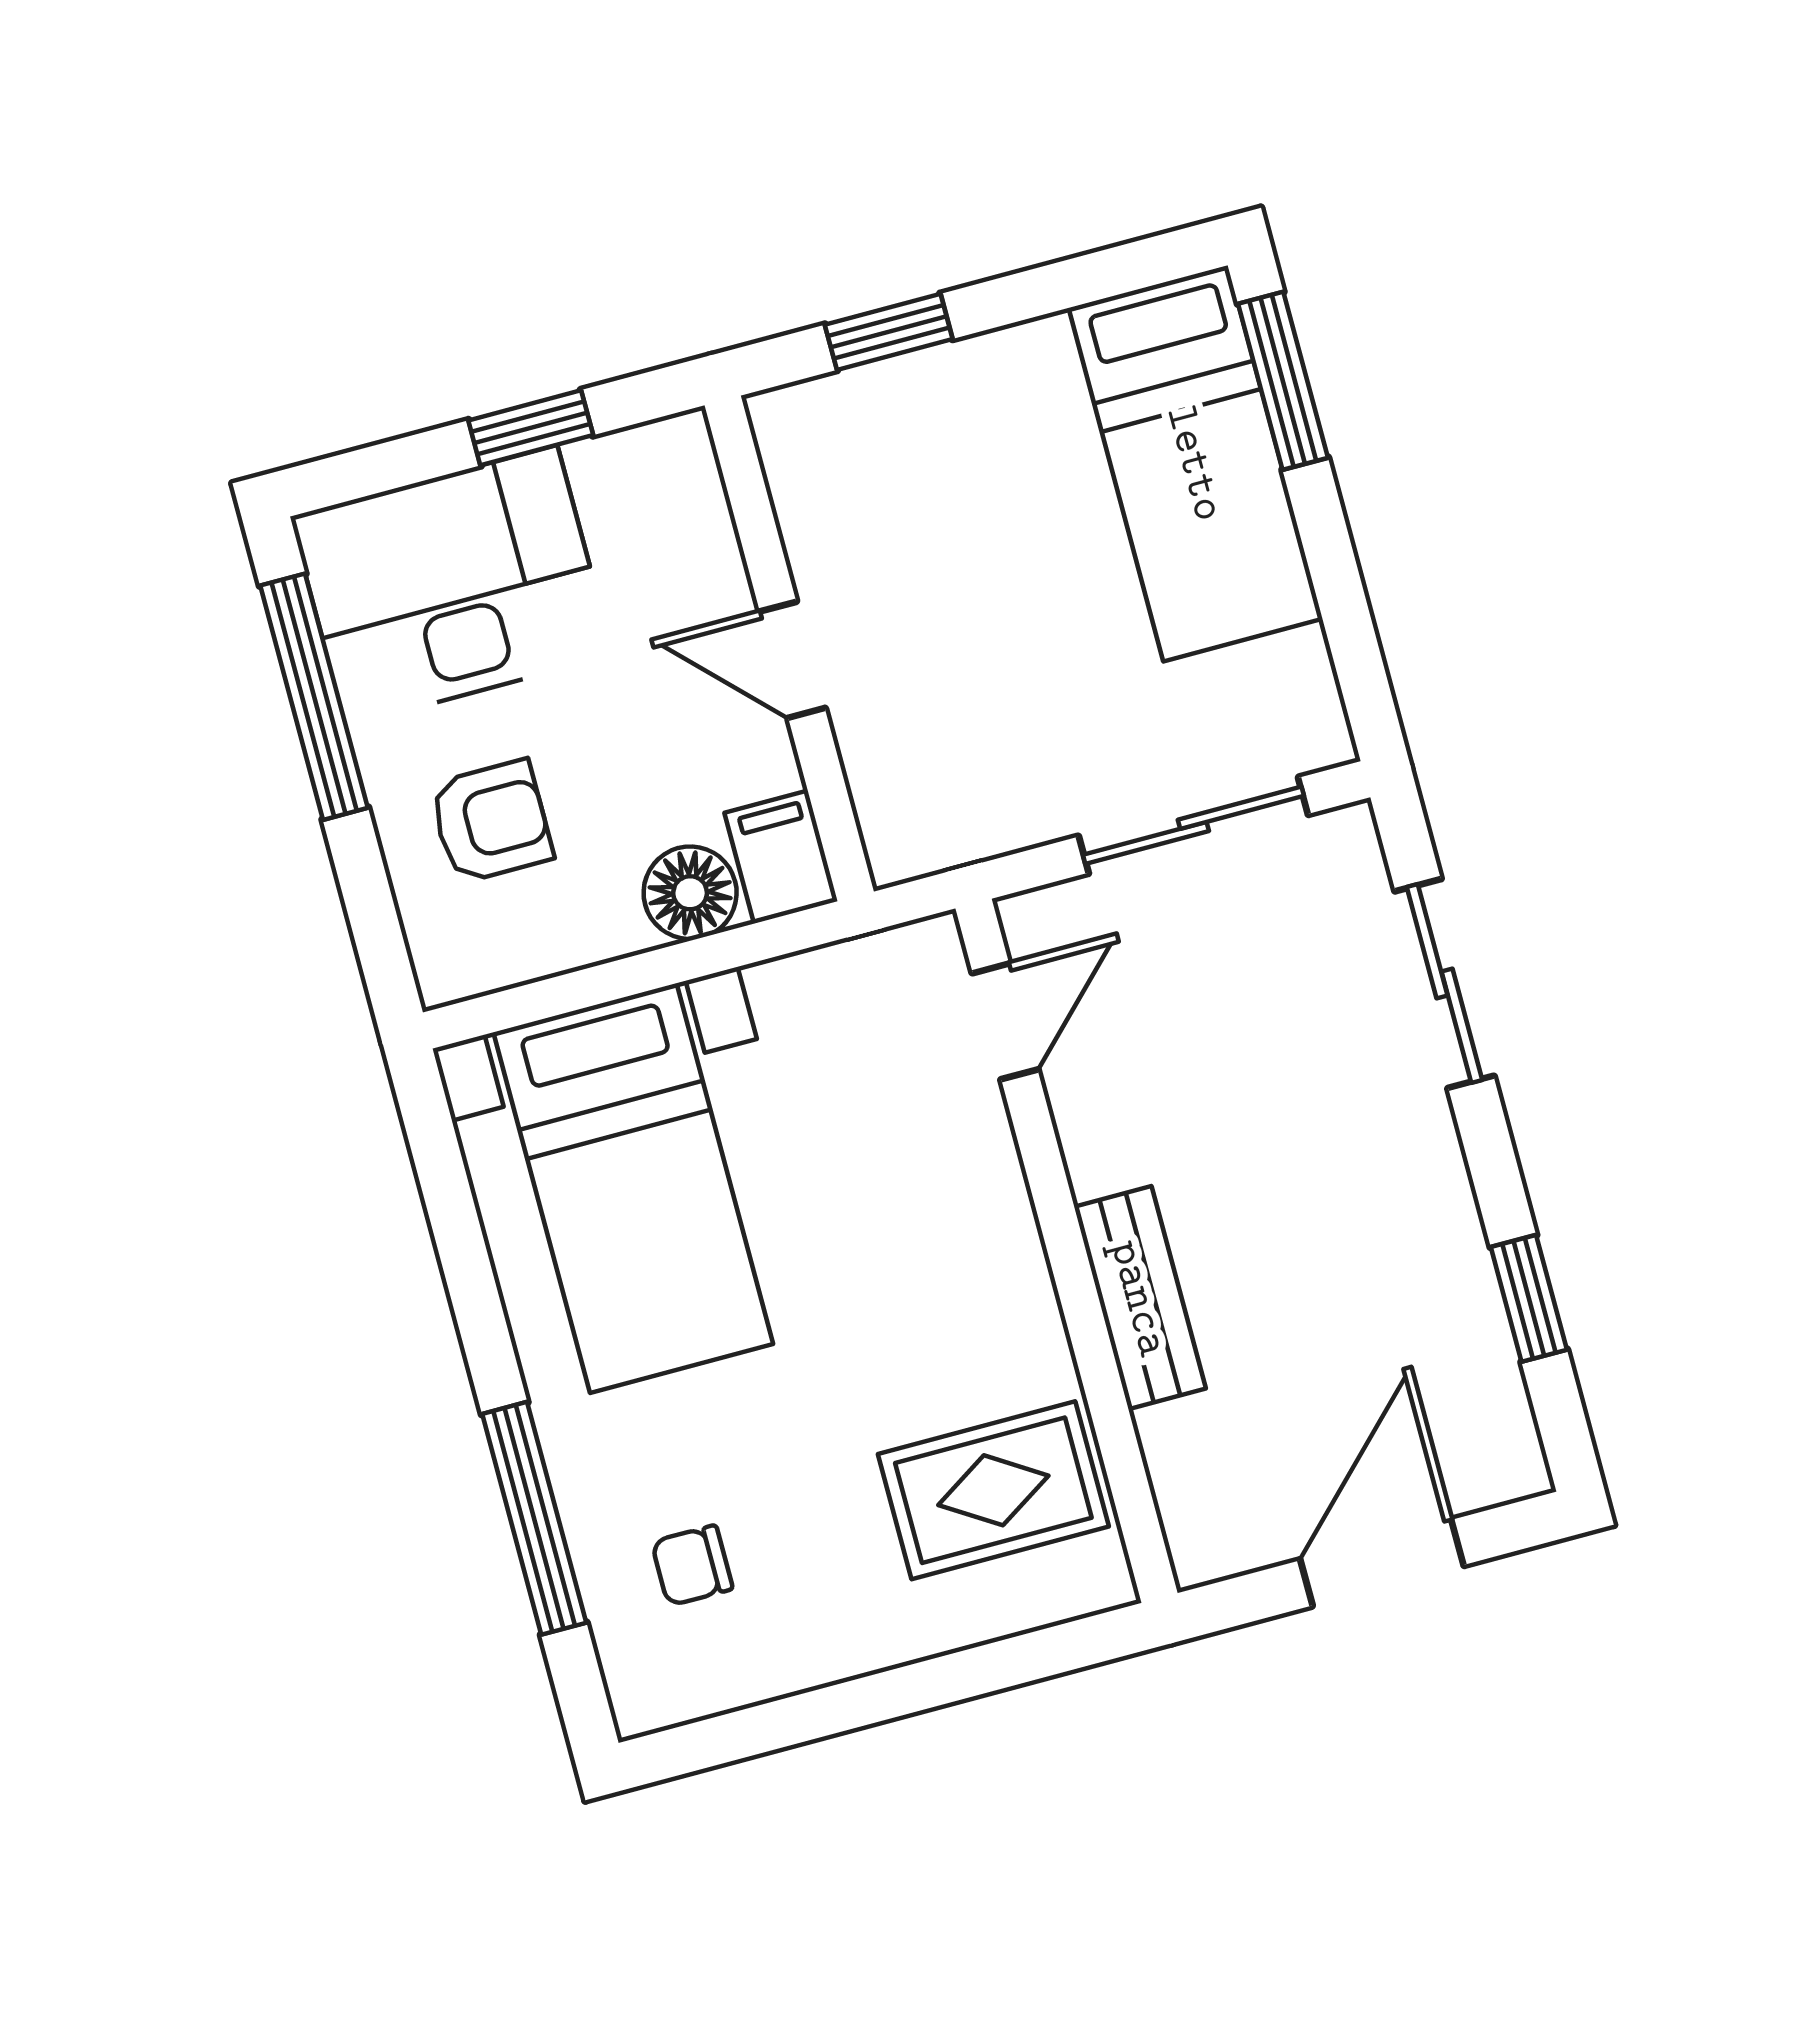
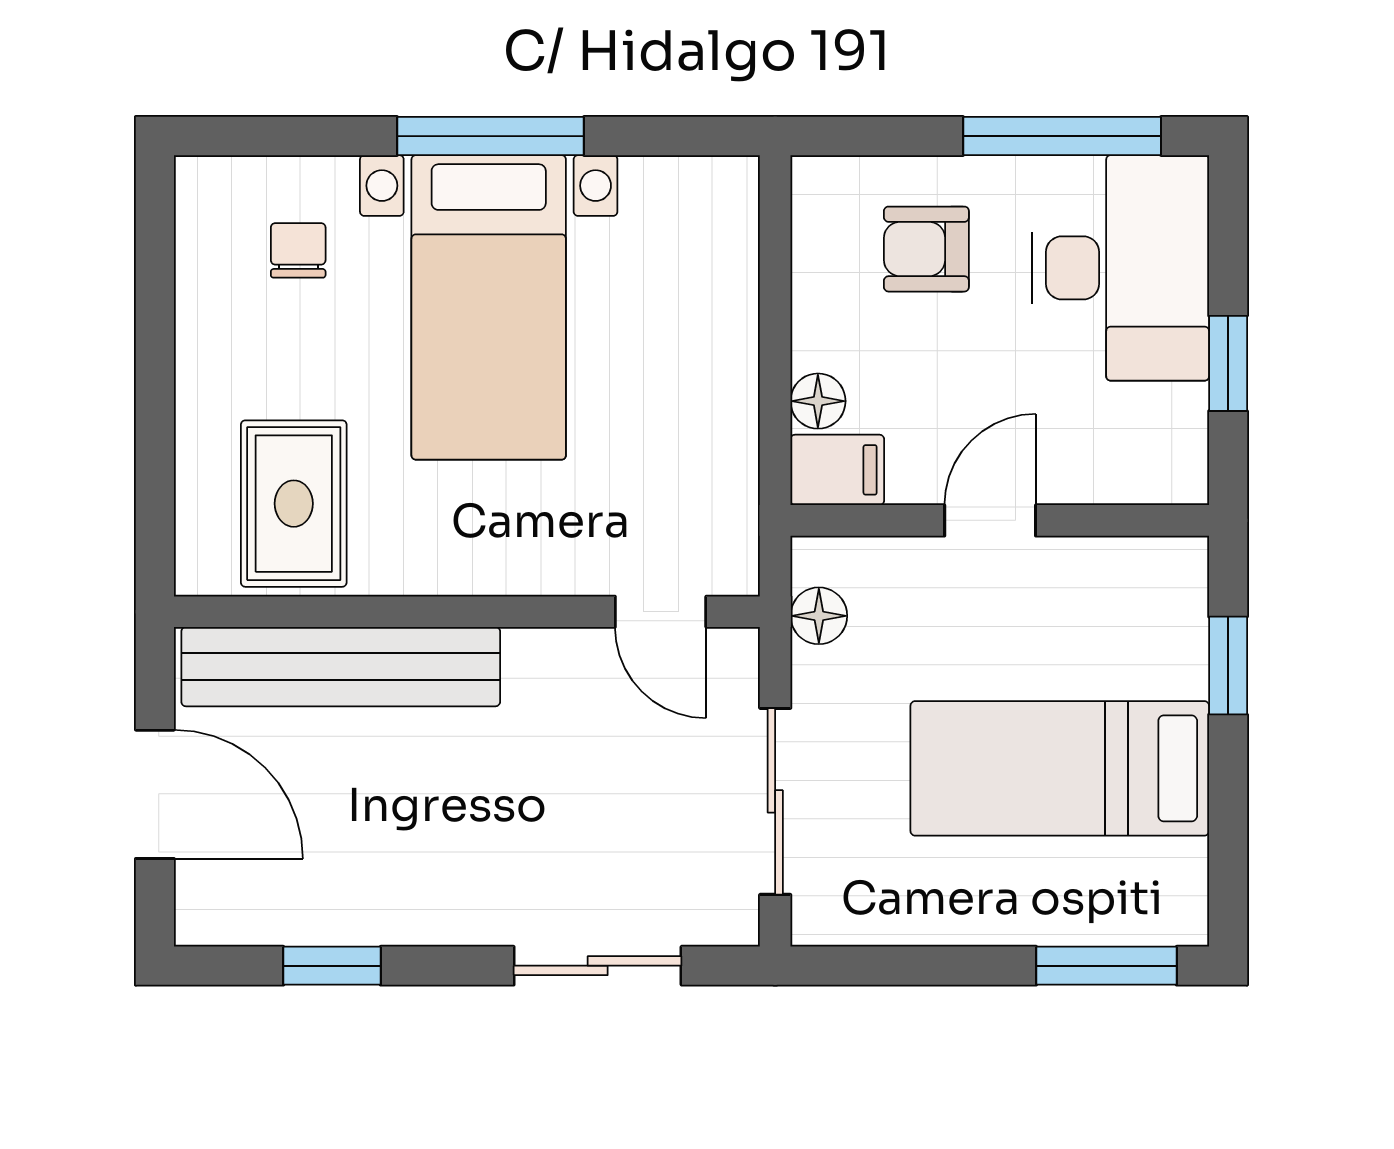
bed: (1196, 463) -> (1060, 768), moved
armchair: (491, 822) -> (926, 249), turned 90
floor lamp: (960, 833) -> (819, 616), added
floor lamp: (690, 893) -> (818, 401), width x0.73, depth x0.73
bed with nightstands: (633, 1188) -> (489, 307), moved, turned -90
bench: (1140, 1298) -> (341, 667), width x1.86, depth x1.21
window: (534, 1518) -> (491, 136), moved

